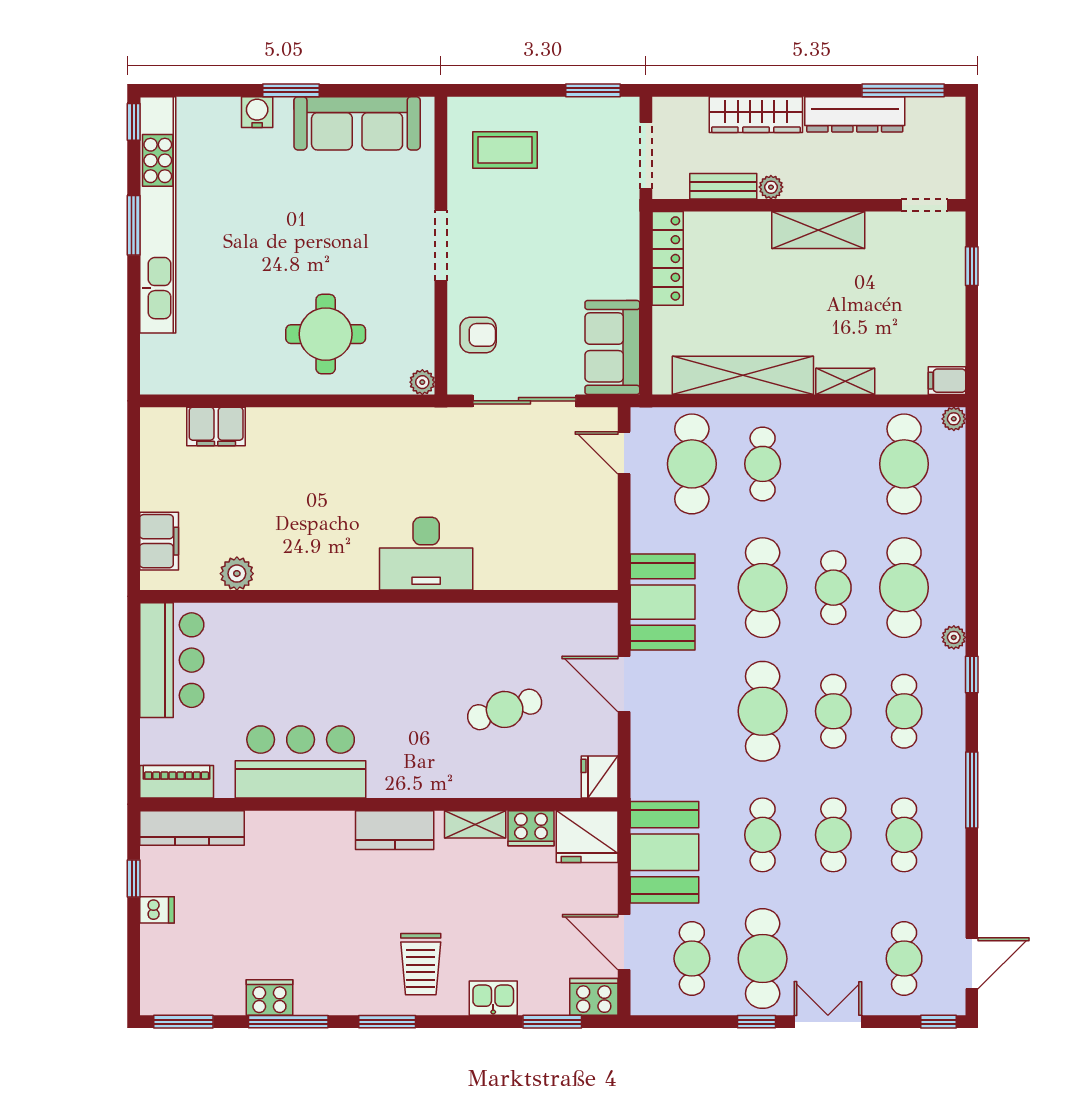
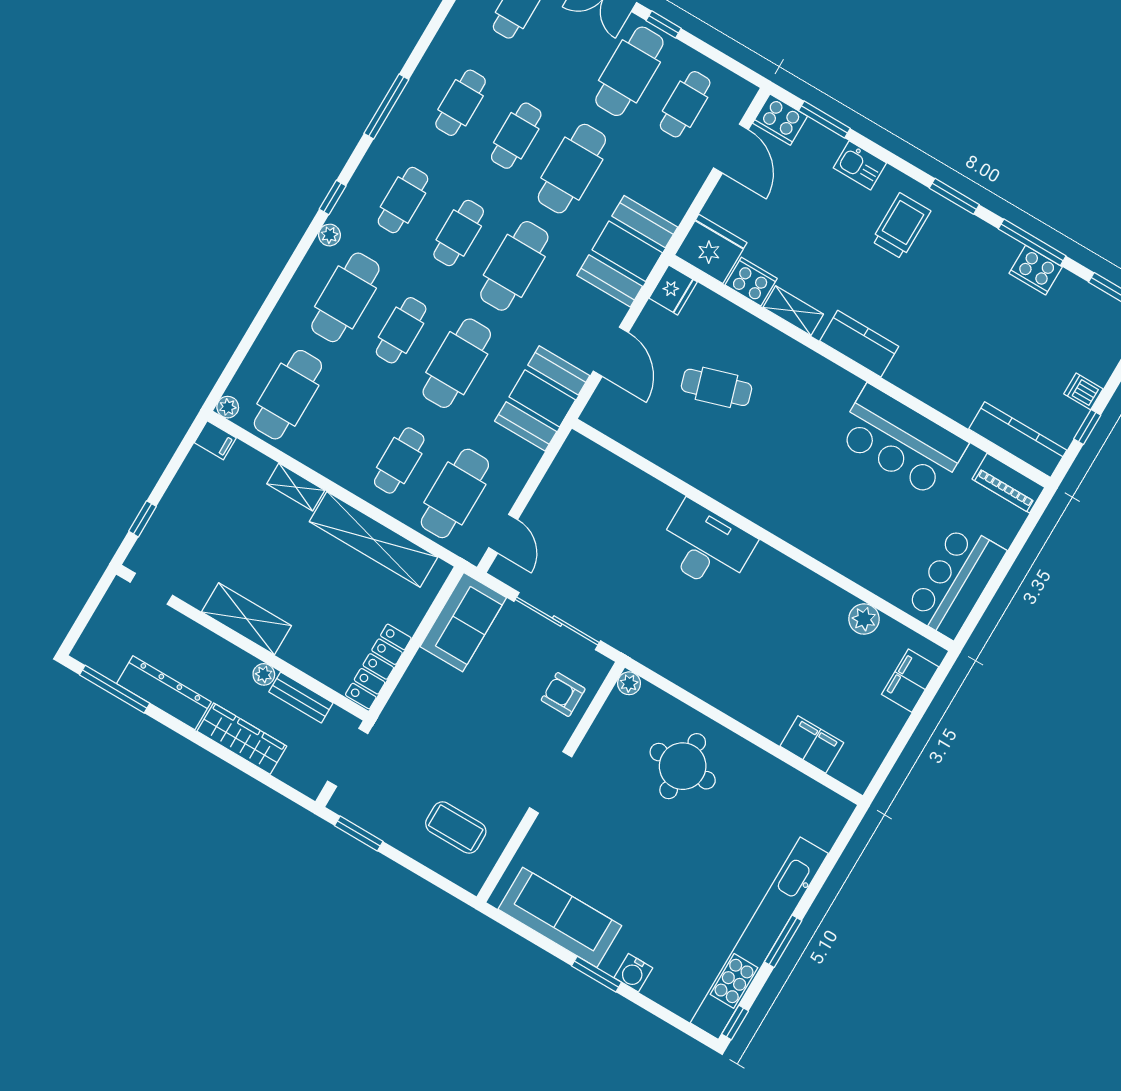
cafe table: (763, 835) -> (572, 169), width x1.37, depth x1.35
booth: (664, 852) -> (627, 251), moved

